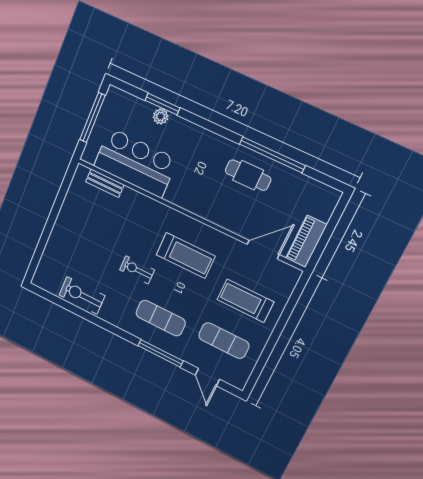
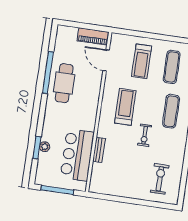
cafe table: (248, 175) -> (64, 83), width x1.37, depth x1.35
bench: (105, 183) -> (99, 150), moved
exercise bike: (82, 295) -> (160, 179), moved, turned 180

